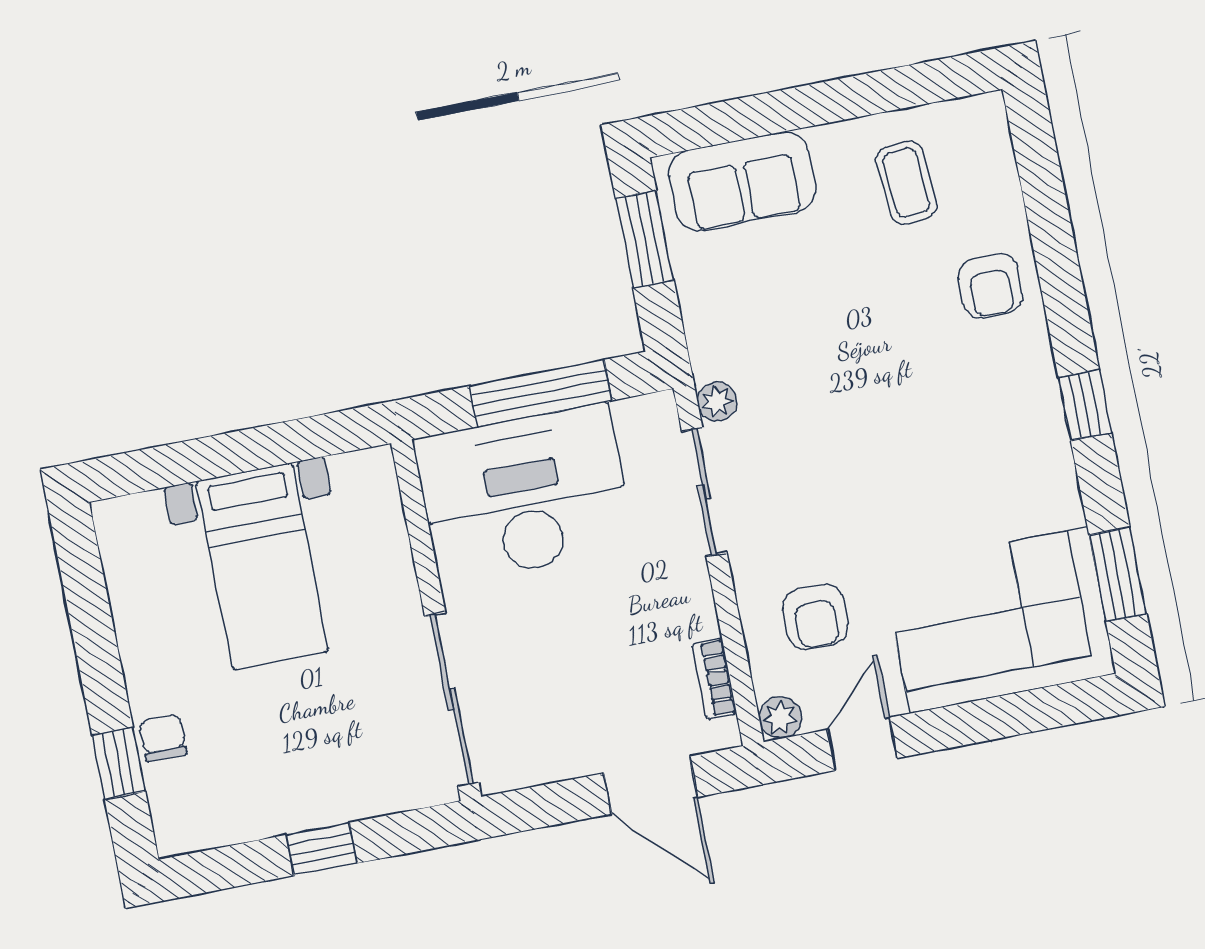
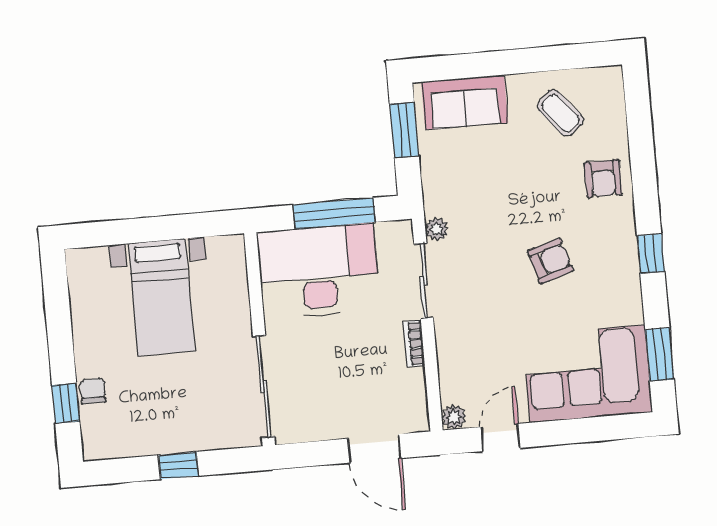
coffee table: (906, 183) -> (560, 113), turned -35
armchair: (815, 617) -> (550, 261), moved, turned -107
bookcase: (714, 679) -> (414, 344), moved

